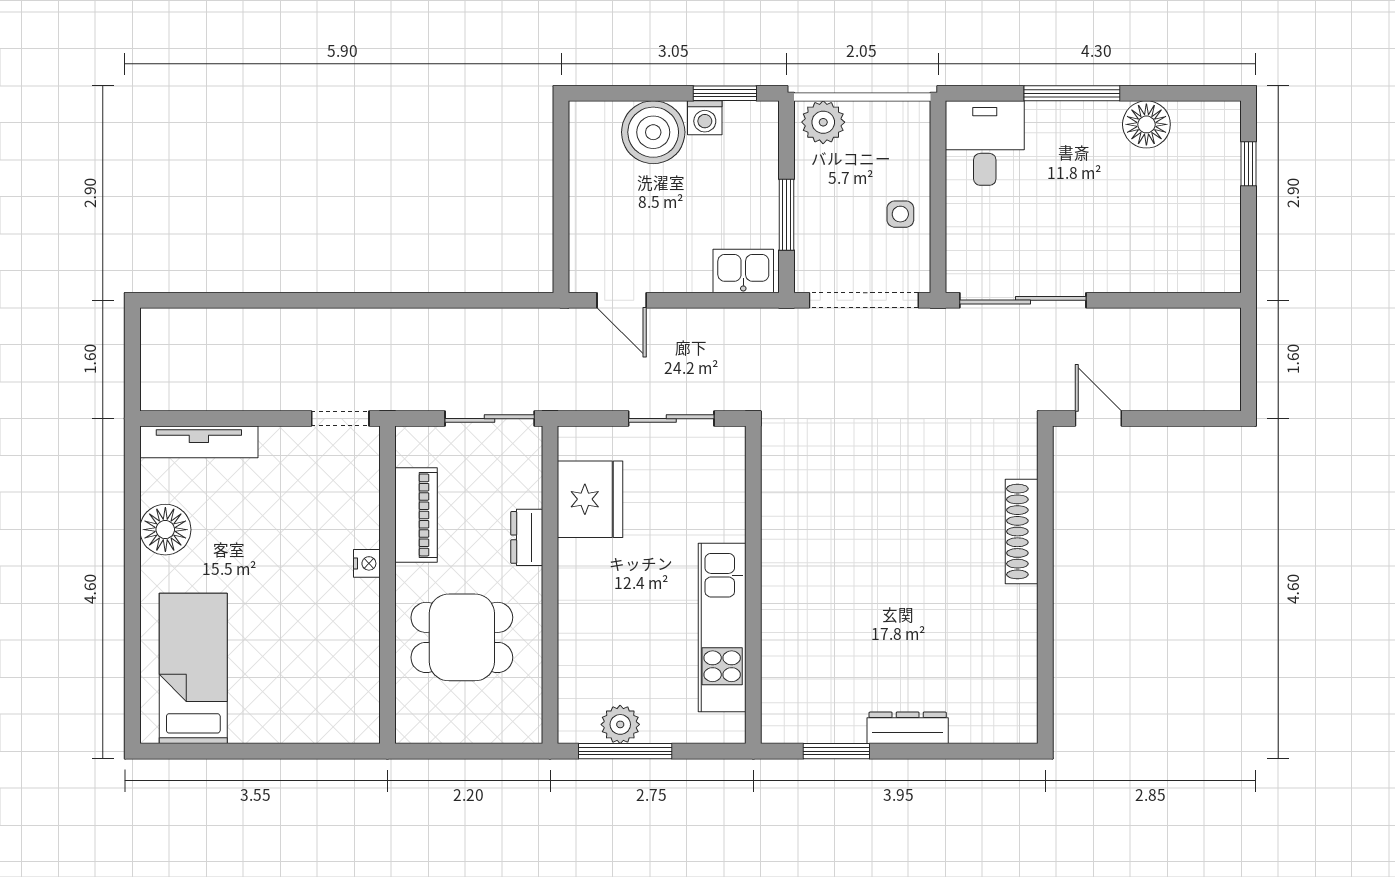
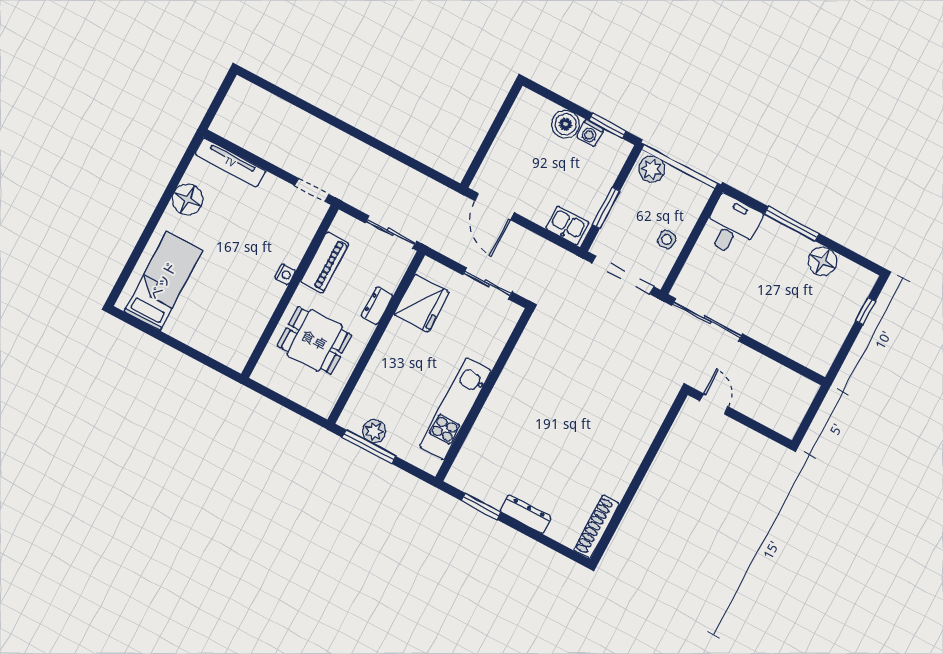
boiler: (653, 132) -> (565, 124), width x0.73, depth x0.73
door: (622, 300) -> (494, 207), width x1.38
shoe rack: (1022, 532) -> (596, 527), moved

